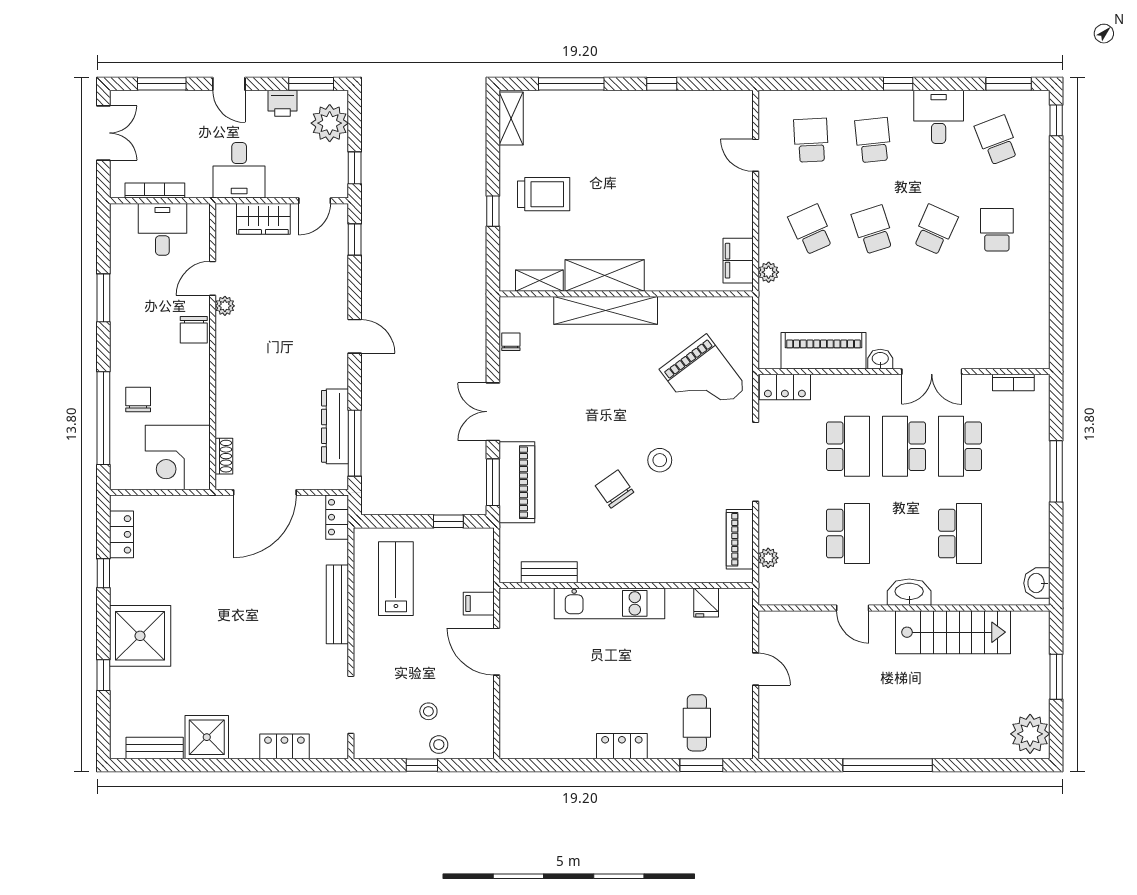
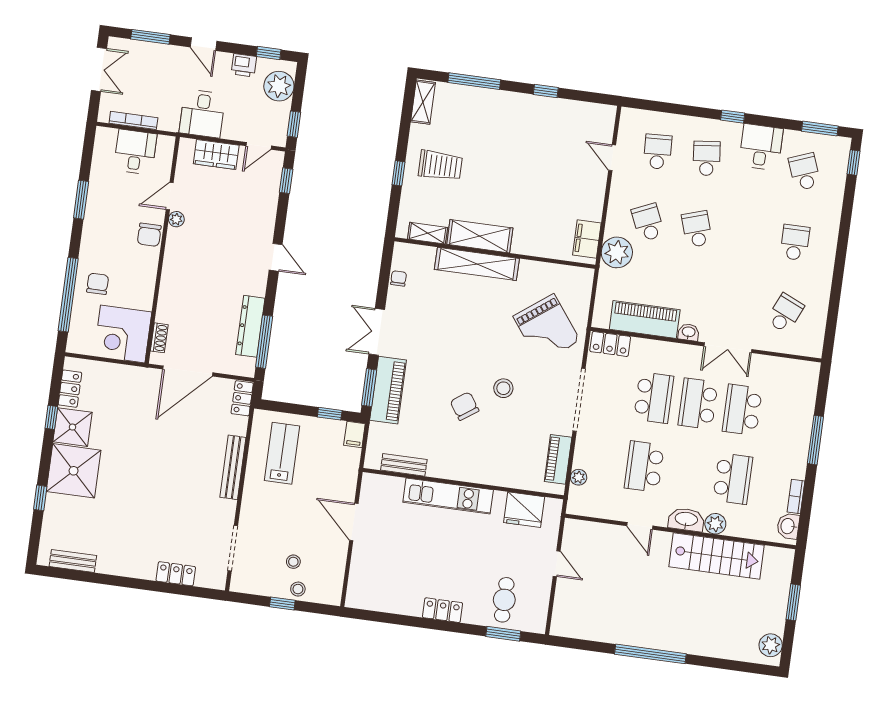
window: (311, 84) -> (269, 53), width x0.67
school desk: (935, 230) -> (785, 313), moved
plant: (769, 272) -> (617, 252), width x1.88, depth x1.88
bookcase: (1013, 383) -> (796, 497), moved, turned 90
school desk: (848, 533) -> (644, 467), turned 180
plant: (946, 592) -> (715, 524), added
fridge: (706, 603) -> (524, 510), width x1.88, depth x1.34
filing cabinet: (479, 604) -> (354, 434), moved, turned -90
plant: (1030, 734) -> (771, 645), width x0.73, depth x0.73
shower: (207, 737) -> (73, 427), moved

